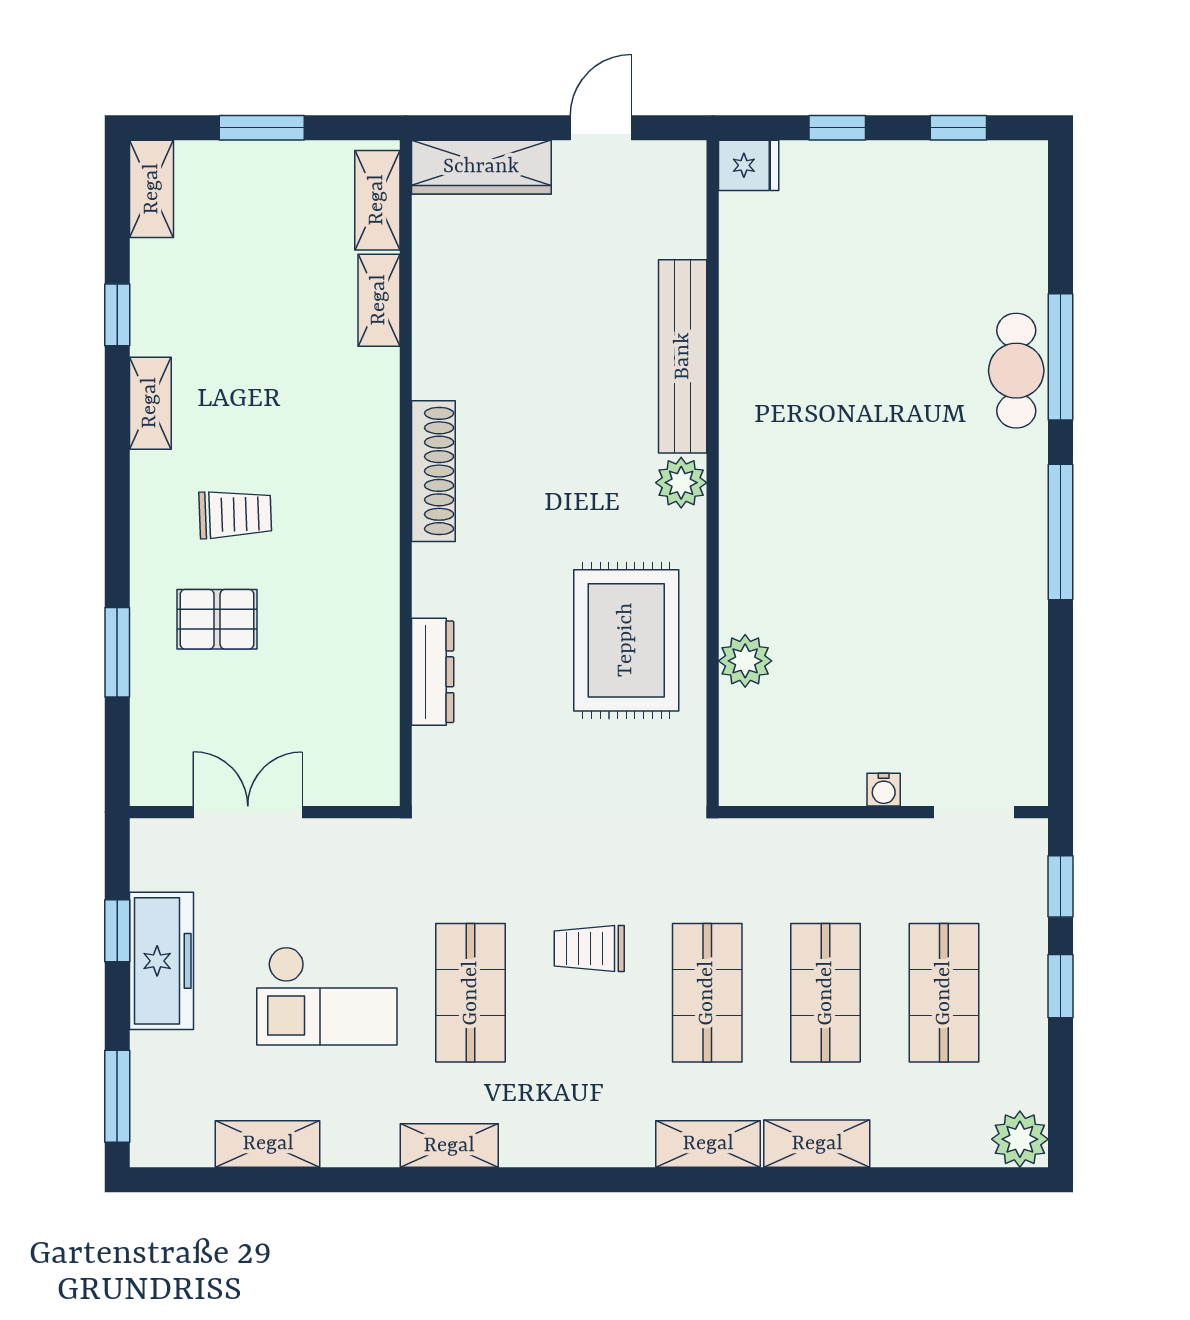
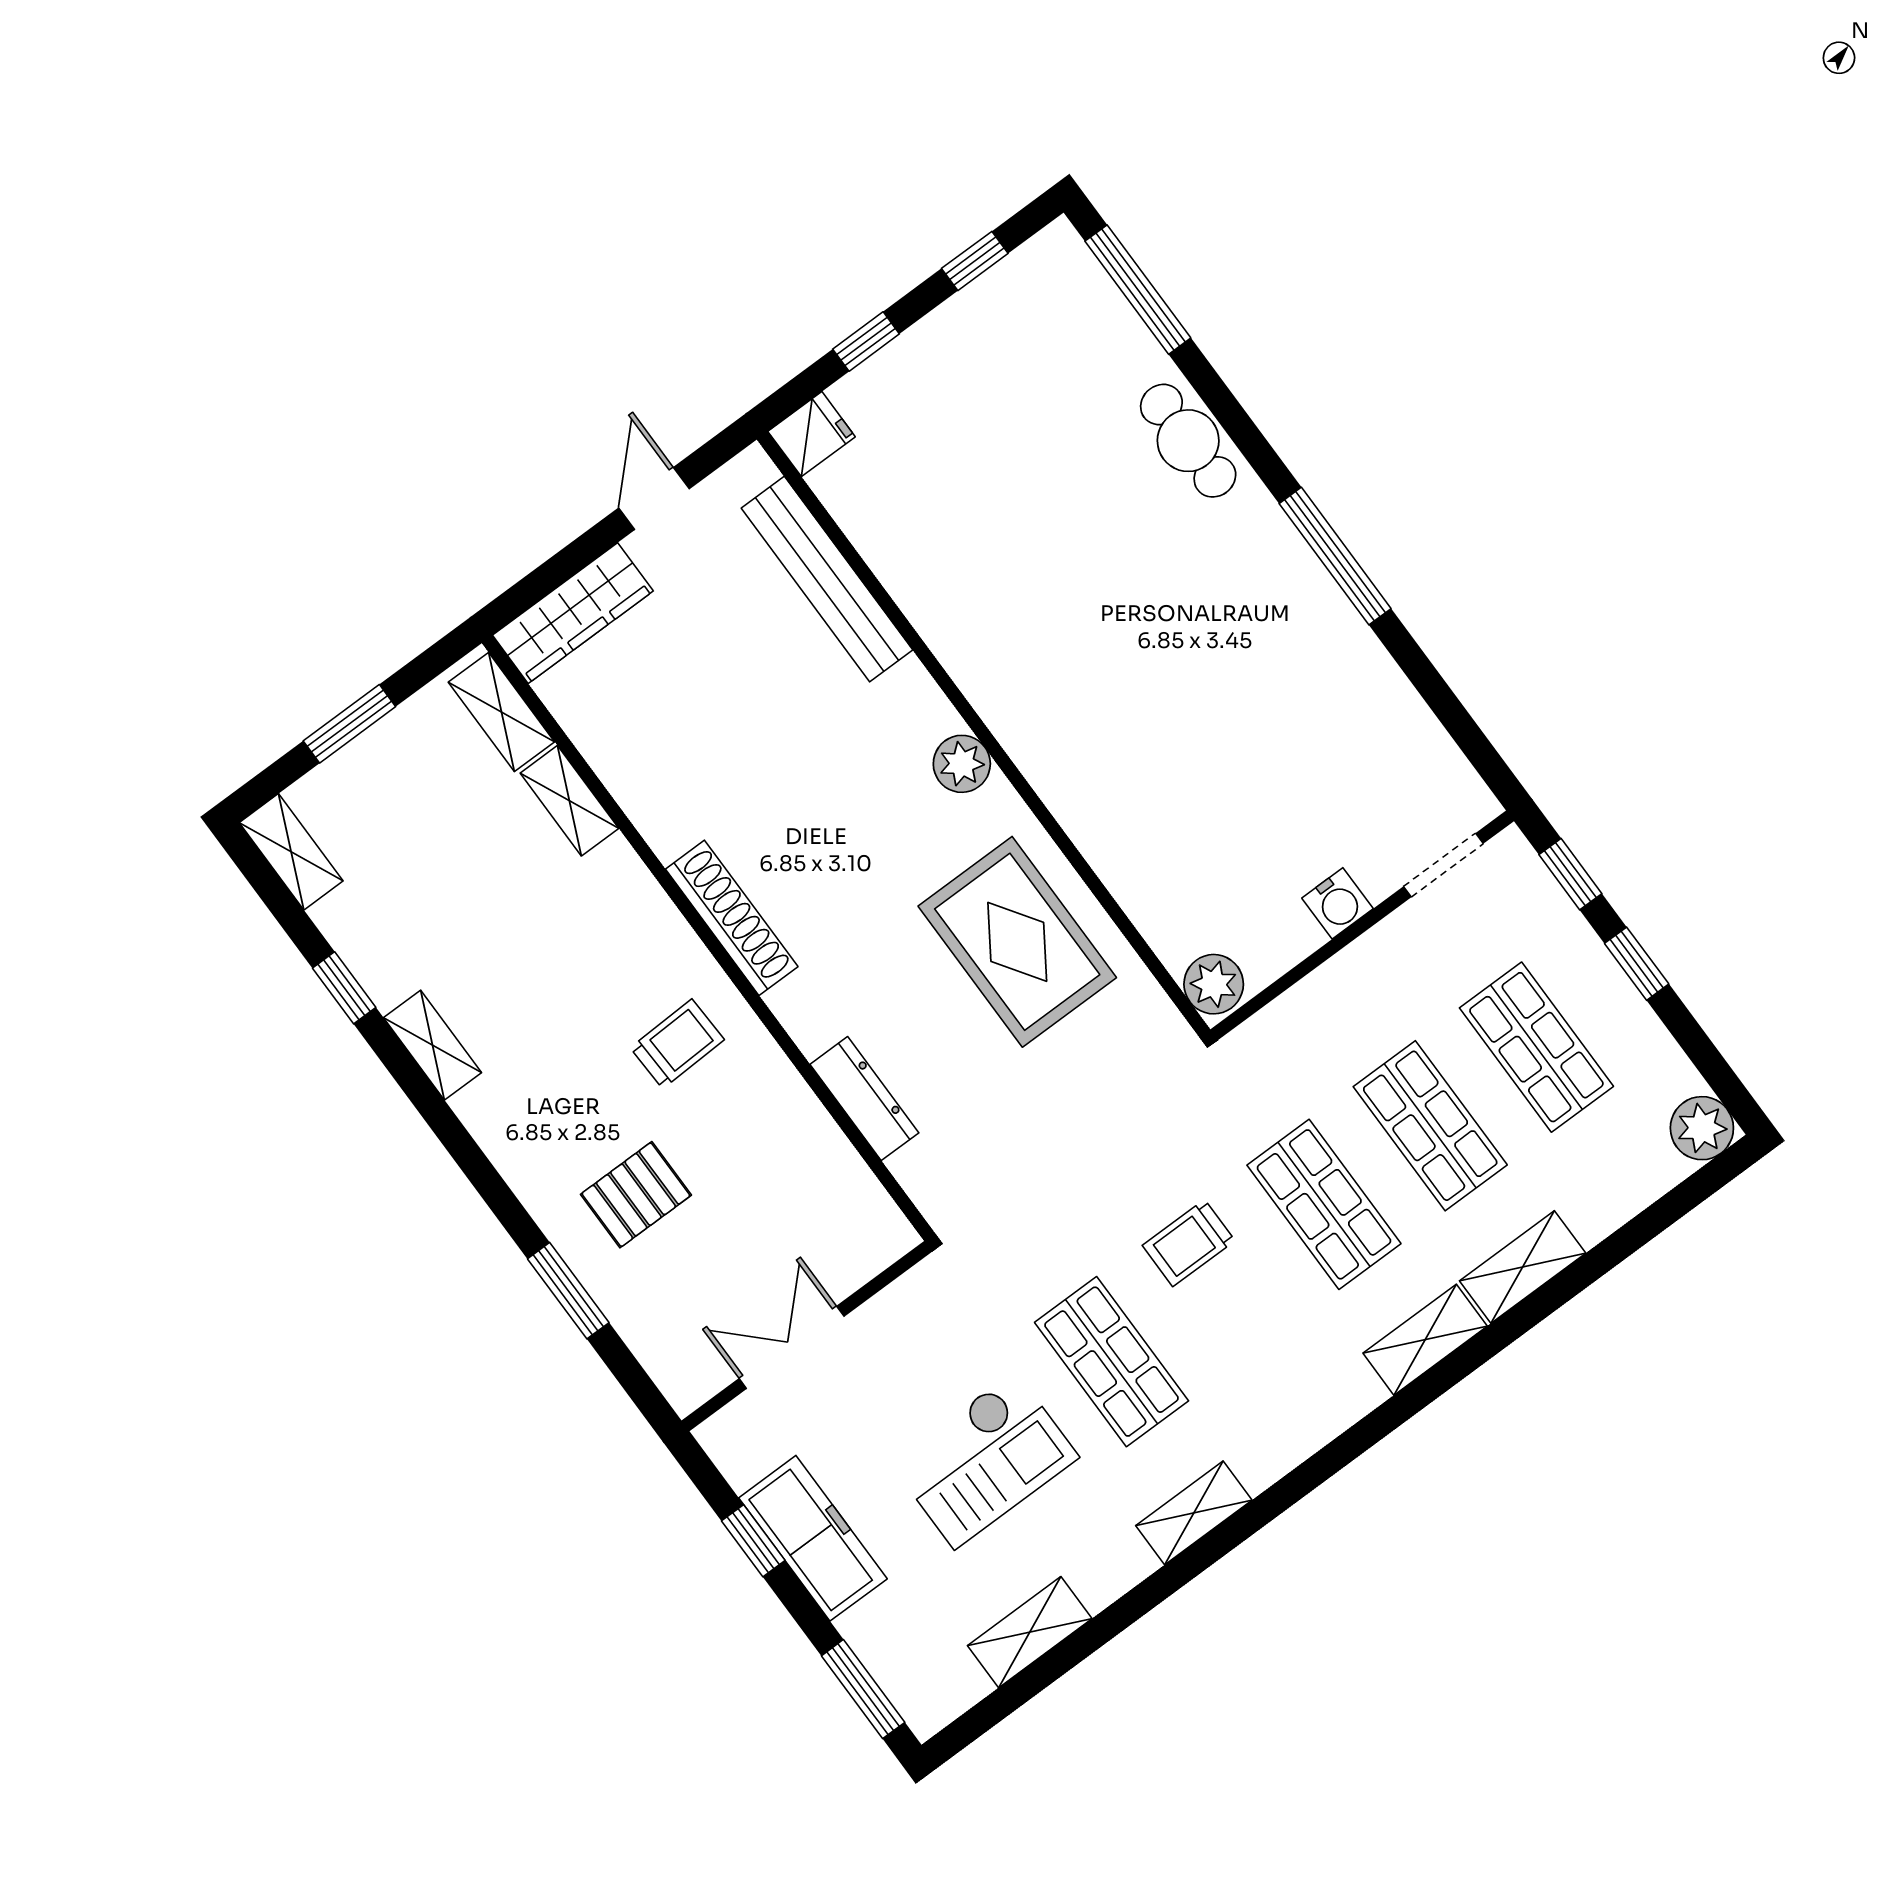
bench: (683, 356) -> (827, 579), moved
window: (1060, 357) -> (1138, 290), moved
trolley: (235, 514) -> (677, 1044), moved
plant: (745, 661) -> (1214, 984), moved
water cooler: (884, 790) -> (1338, 903), width x1.38, depth x1.38

